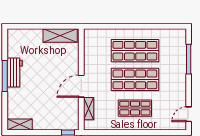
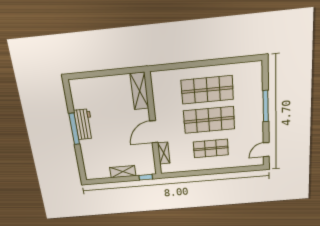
shelving: (60, 35) -> (139, 91), moved, turned 90
window: (189, 59) -> (266, 106), moved
shelving: (20, 124) -> (123, 172), moved

